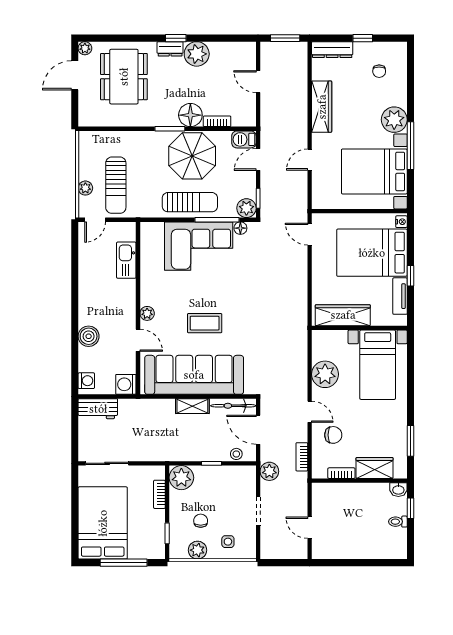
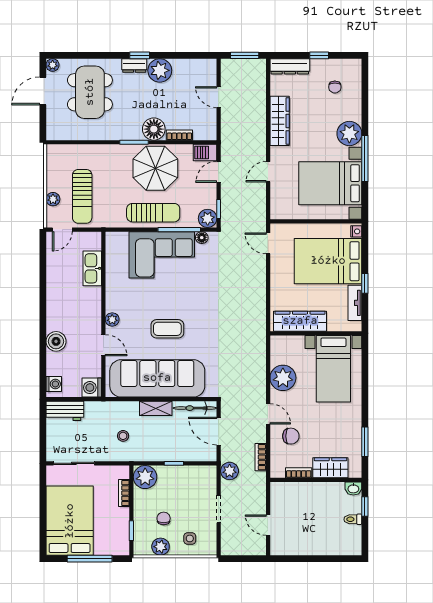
stool: (236, 454) -> (123, 436), moved

